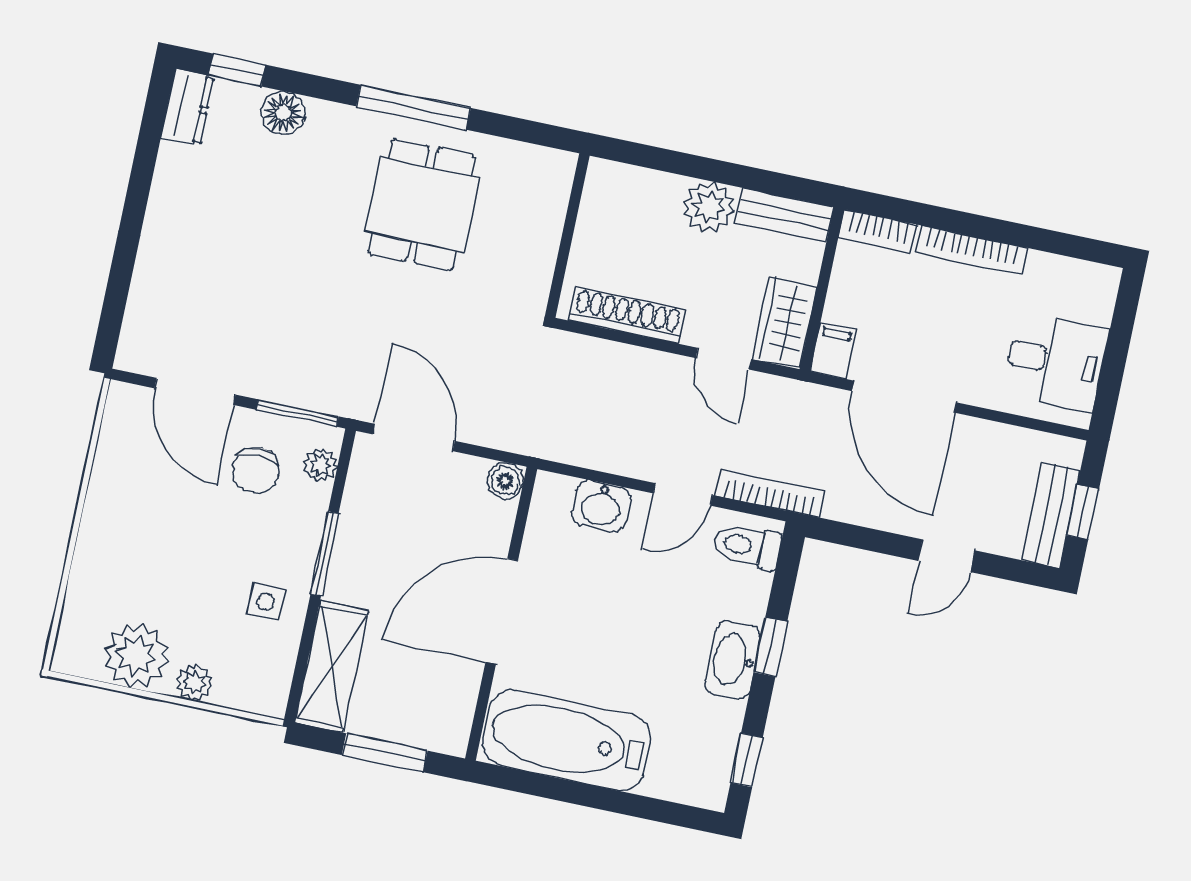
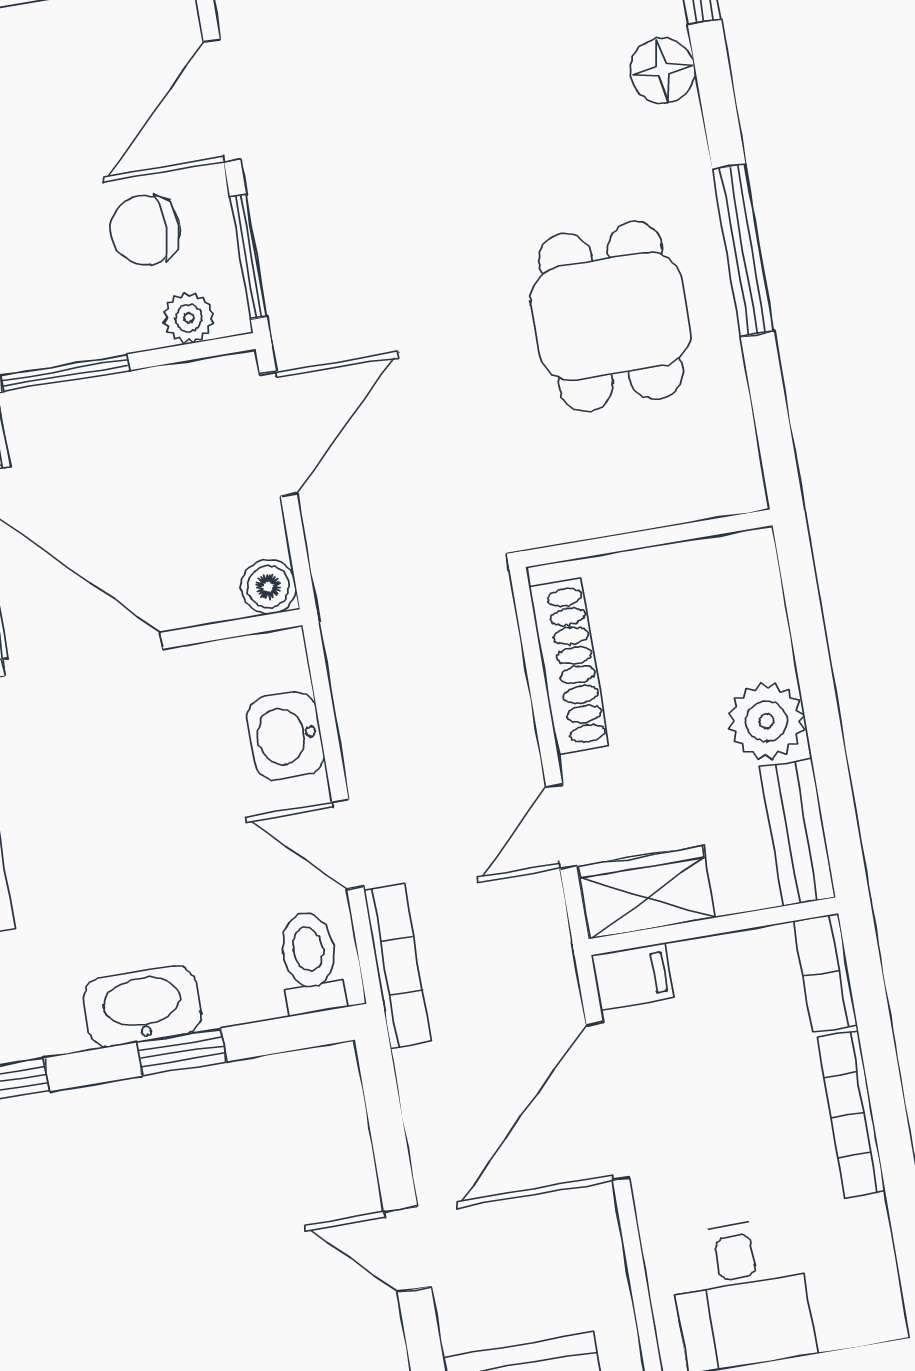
dining table: (422, 205) -> (611, 316), turned 90

